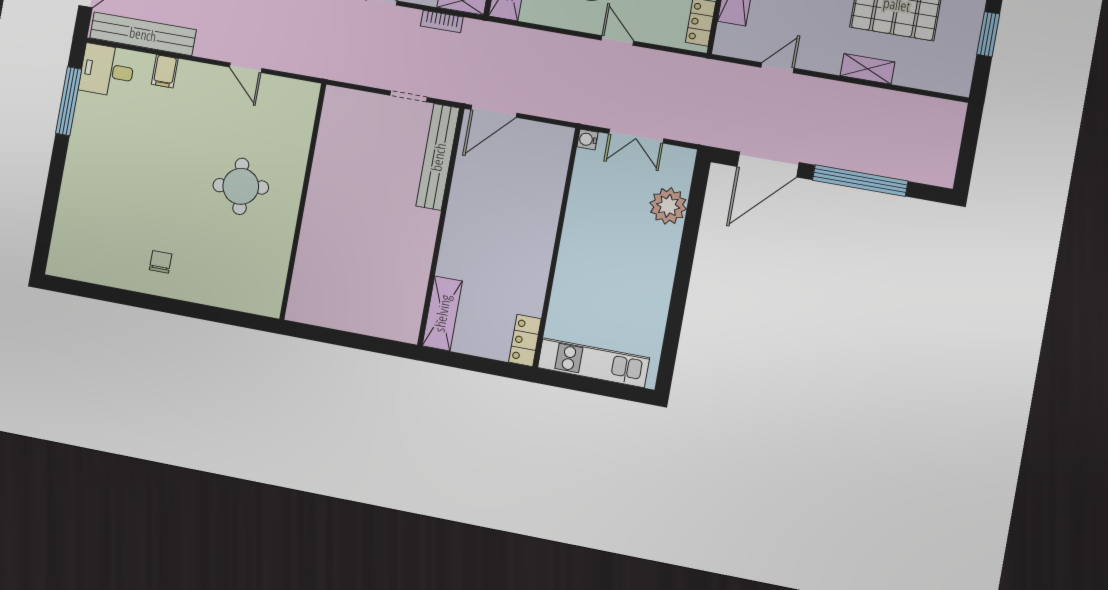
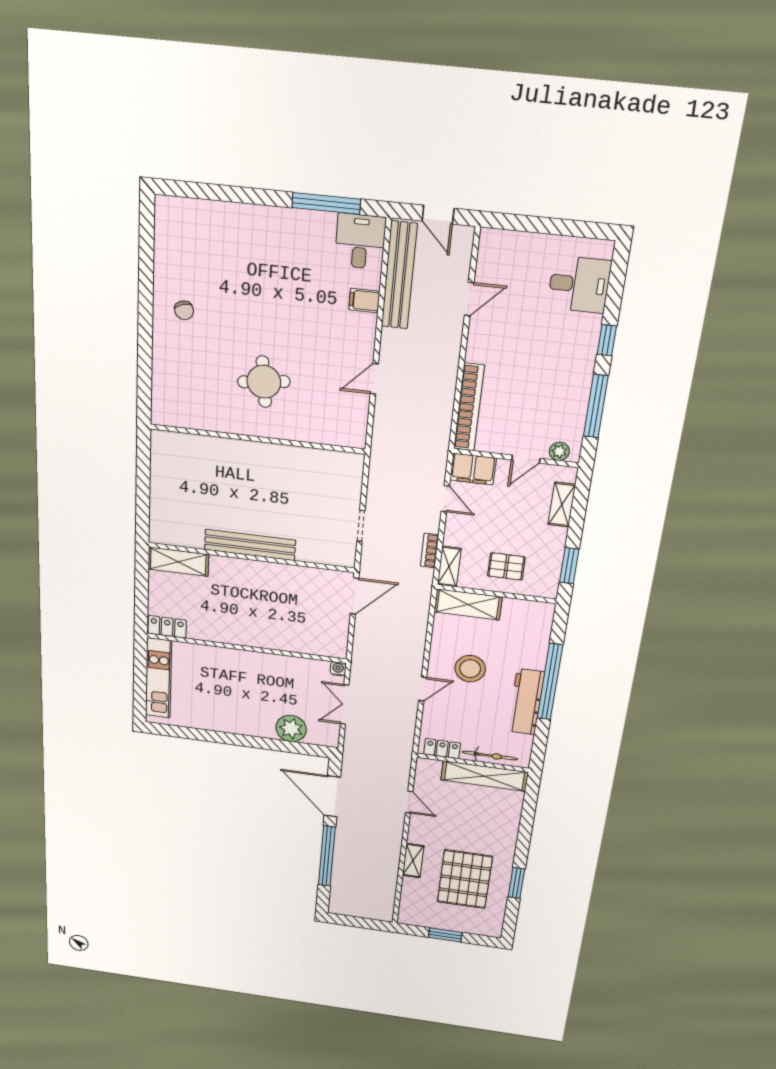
door: (494, 111) -> (354, 596), swing flipped
bench: (438, 157) -> (250, 545), moved
chair: (161, 262) -> (184, 310), turned 73

